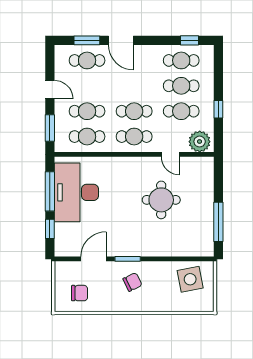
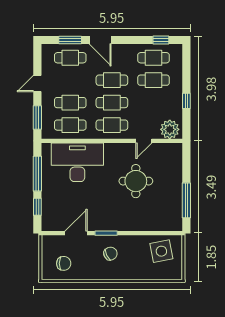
door: (50, 90) -> (37, 84), swing flipped
cafe table: (181, 111) -> (112, 80), moved
door: (170, 154) -> (144, 141), hinge flipped
desk: (76, 192) -> (77, 162), moved, turned 90

